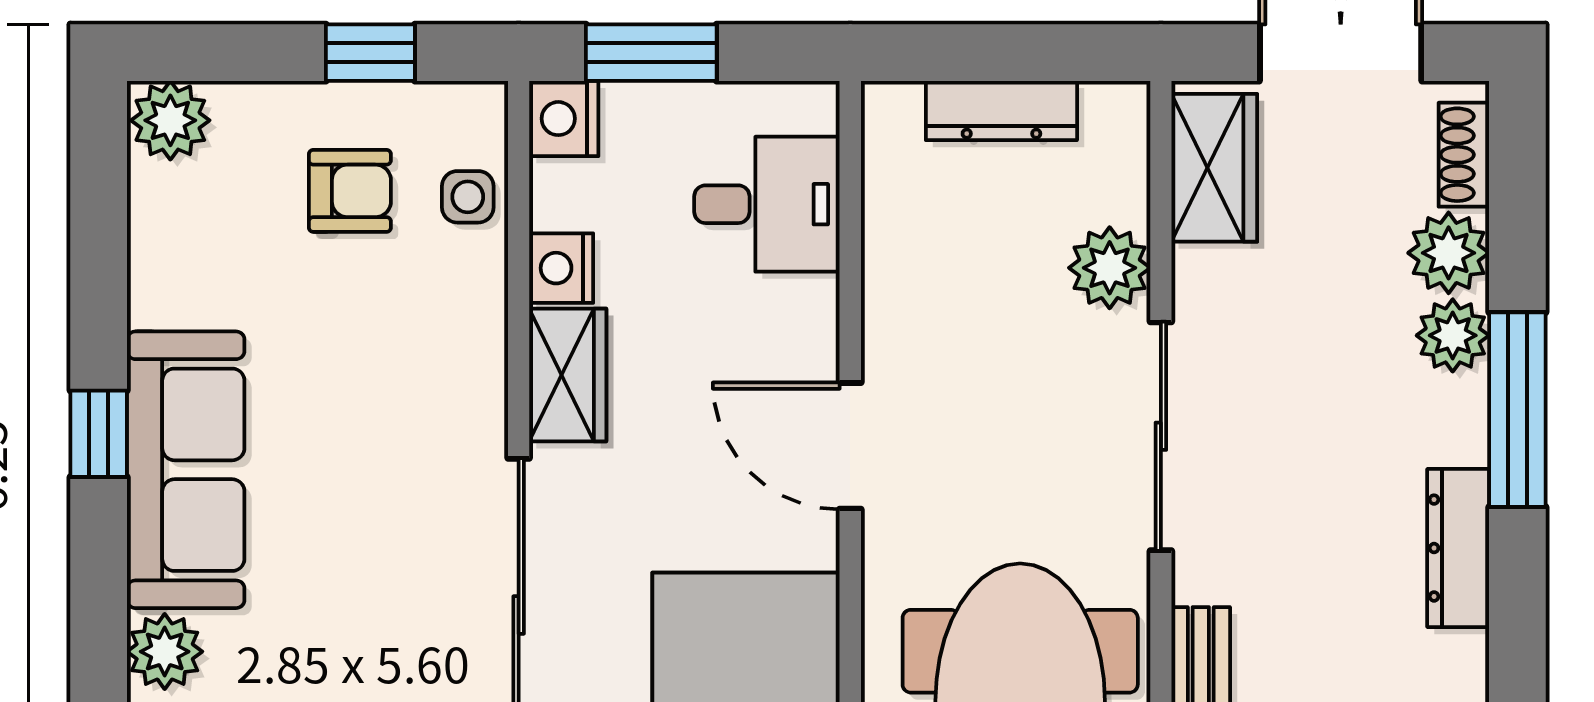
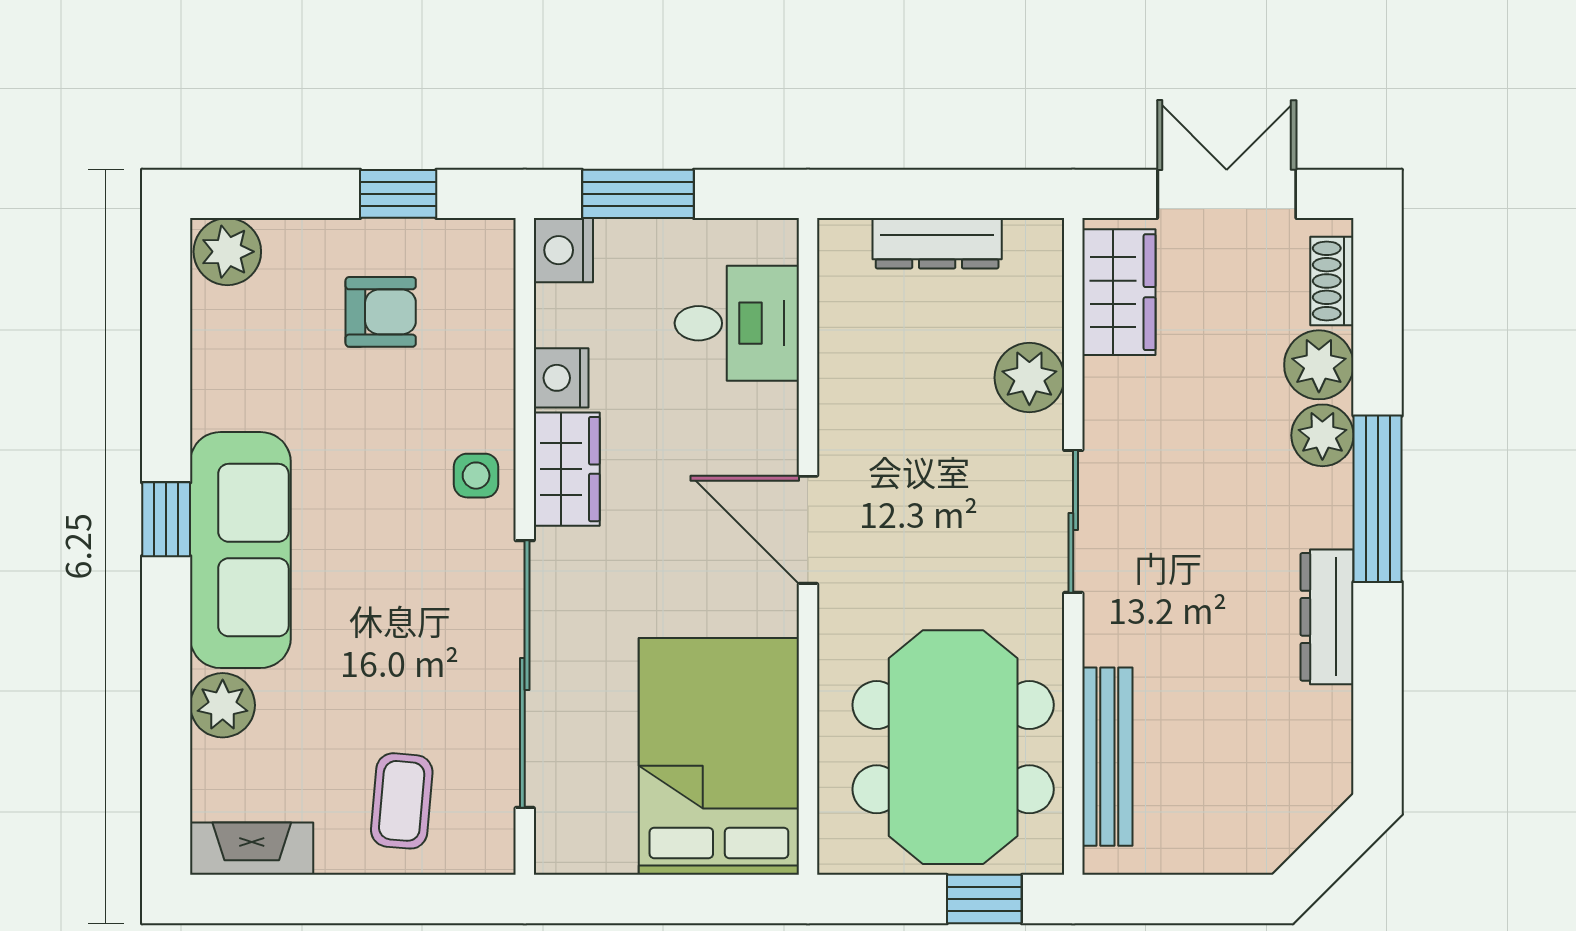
side table: (468, 197) -> (476, 476), moved
sliding door: (1161, 436) -> (1073, 521), width x0.73

